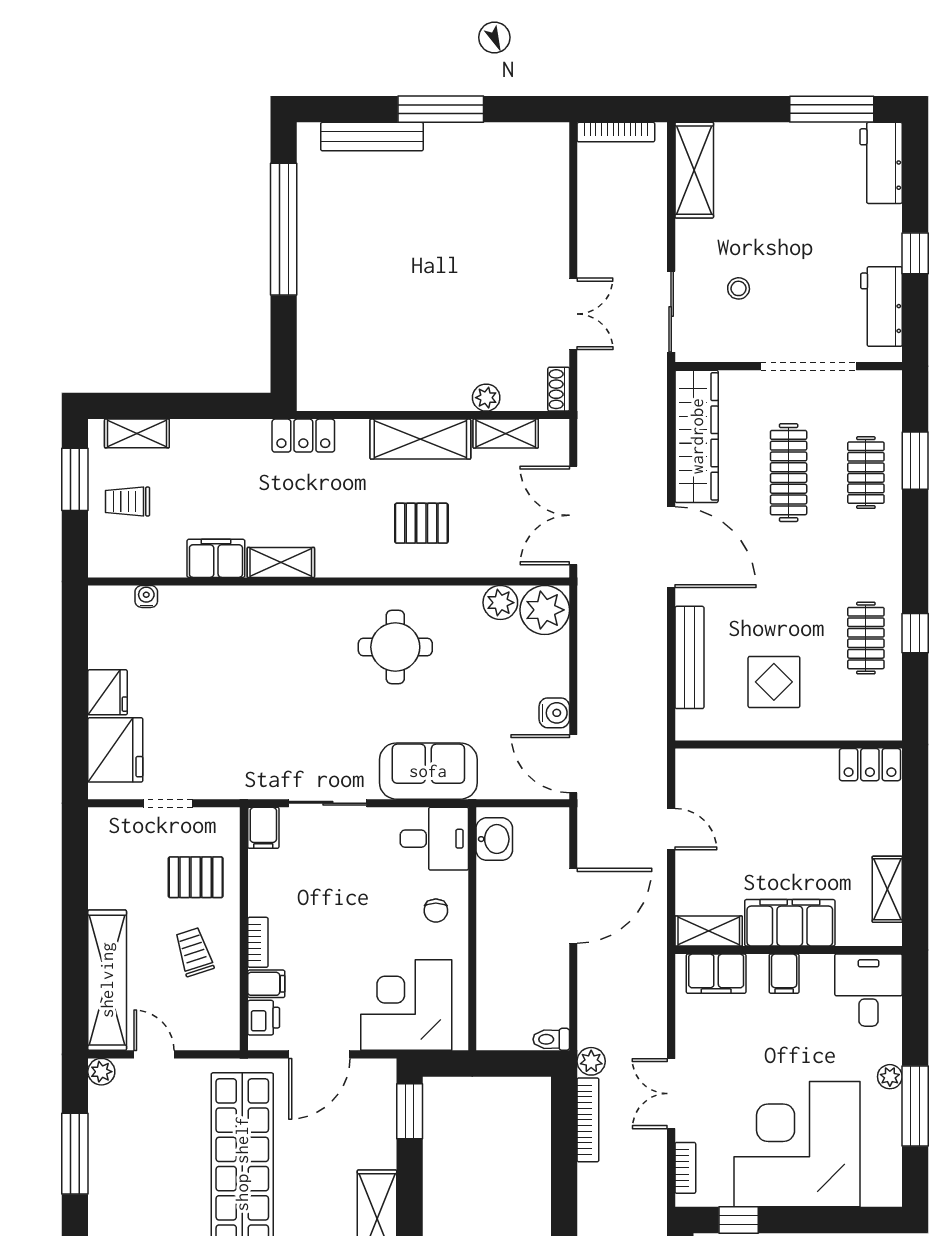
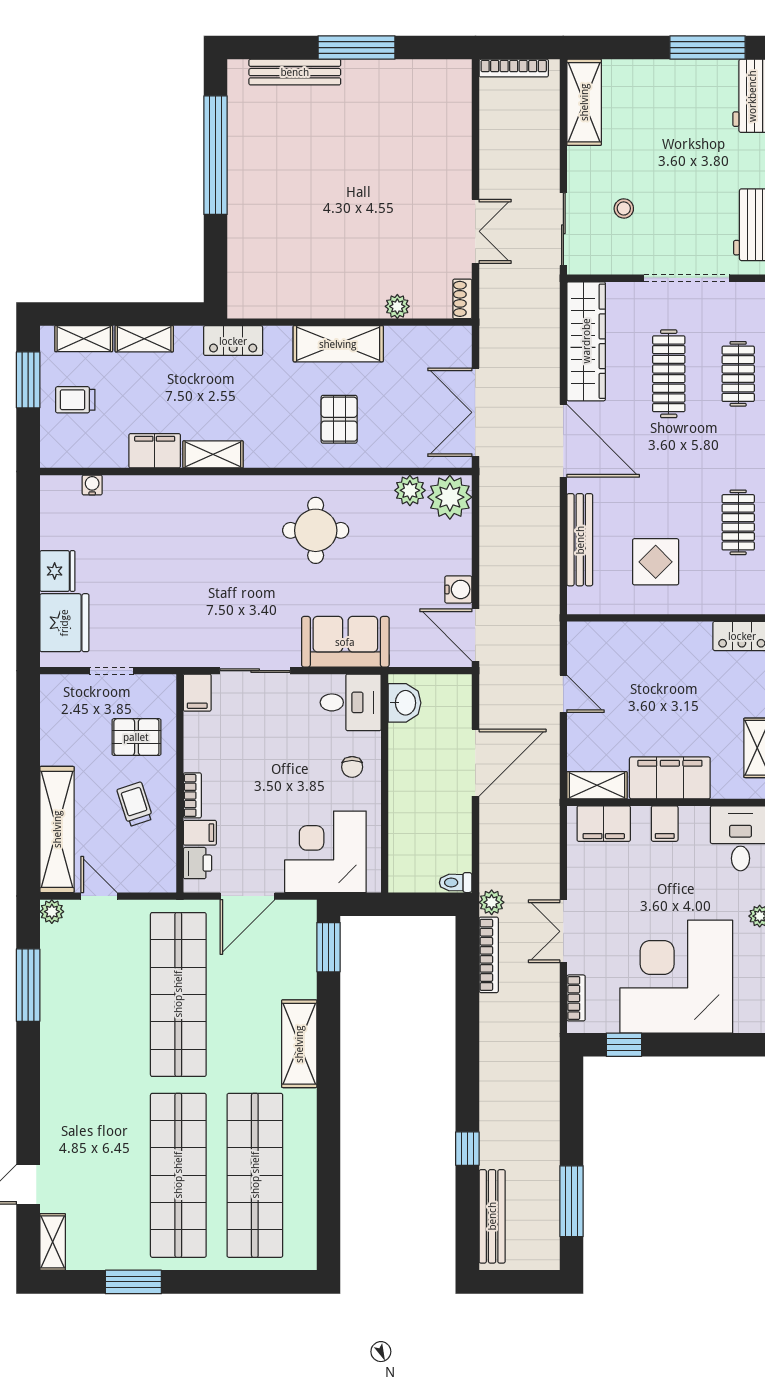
shelving: (506, 434) -> (144, 339), moved
pallet: (421, 523) -> (339, 419), turned 90

